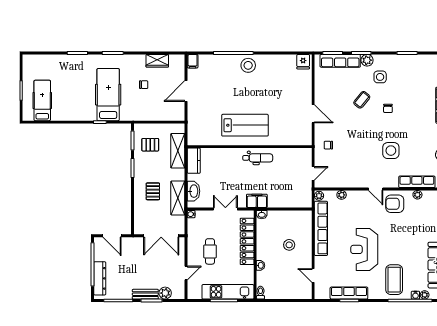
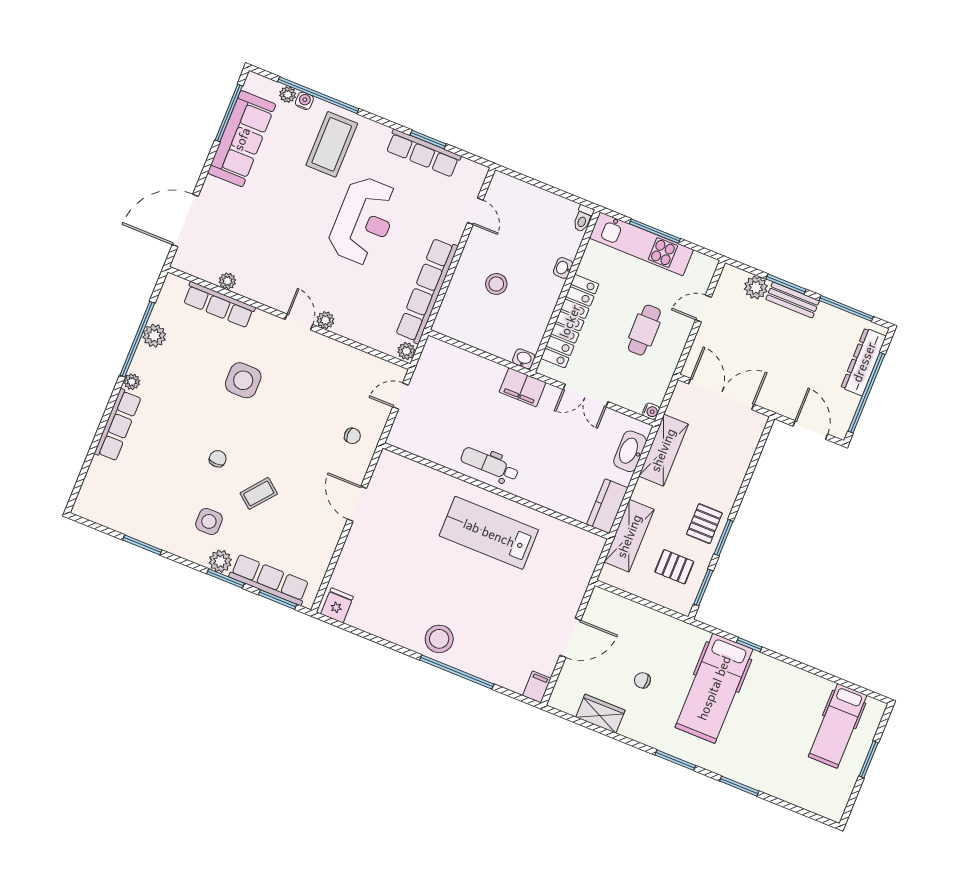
pallet: (153, 191) -> (704, 524), moved
plant: (342, 195) -> (325, 320), moved
armchair: (395, 204) -> (275, 281), removed

